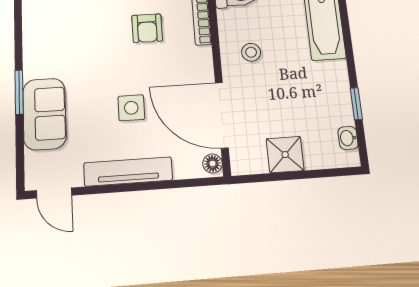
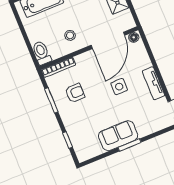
sofa: (44, 114) -> (118, 136), moved
tv unit: (128, 172) -> (154, 83), width x0.71

